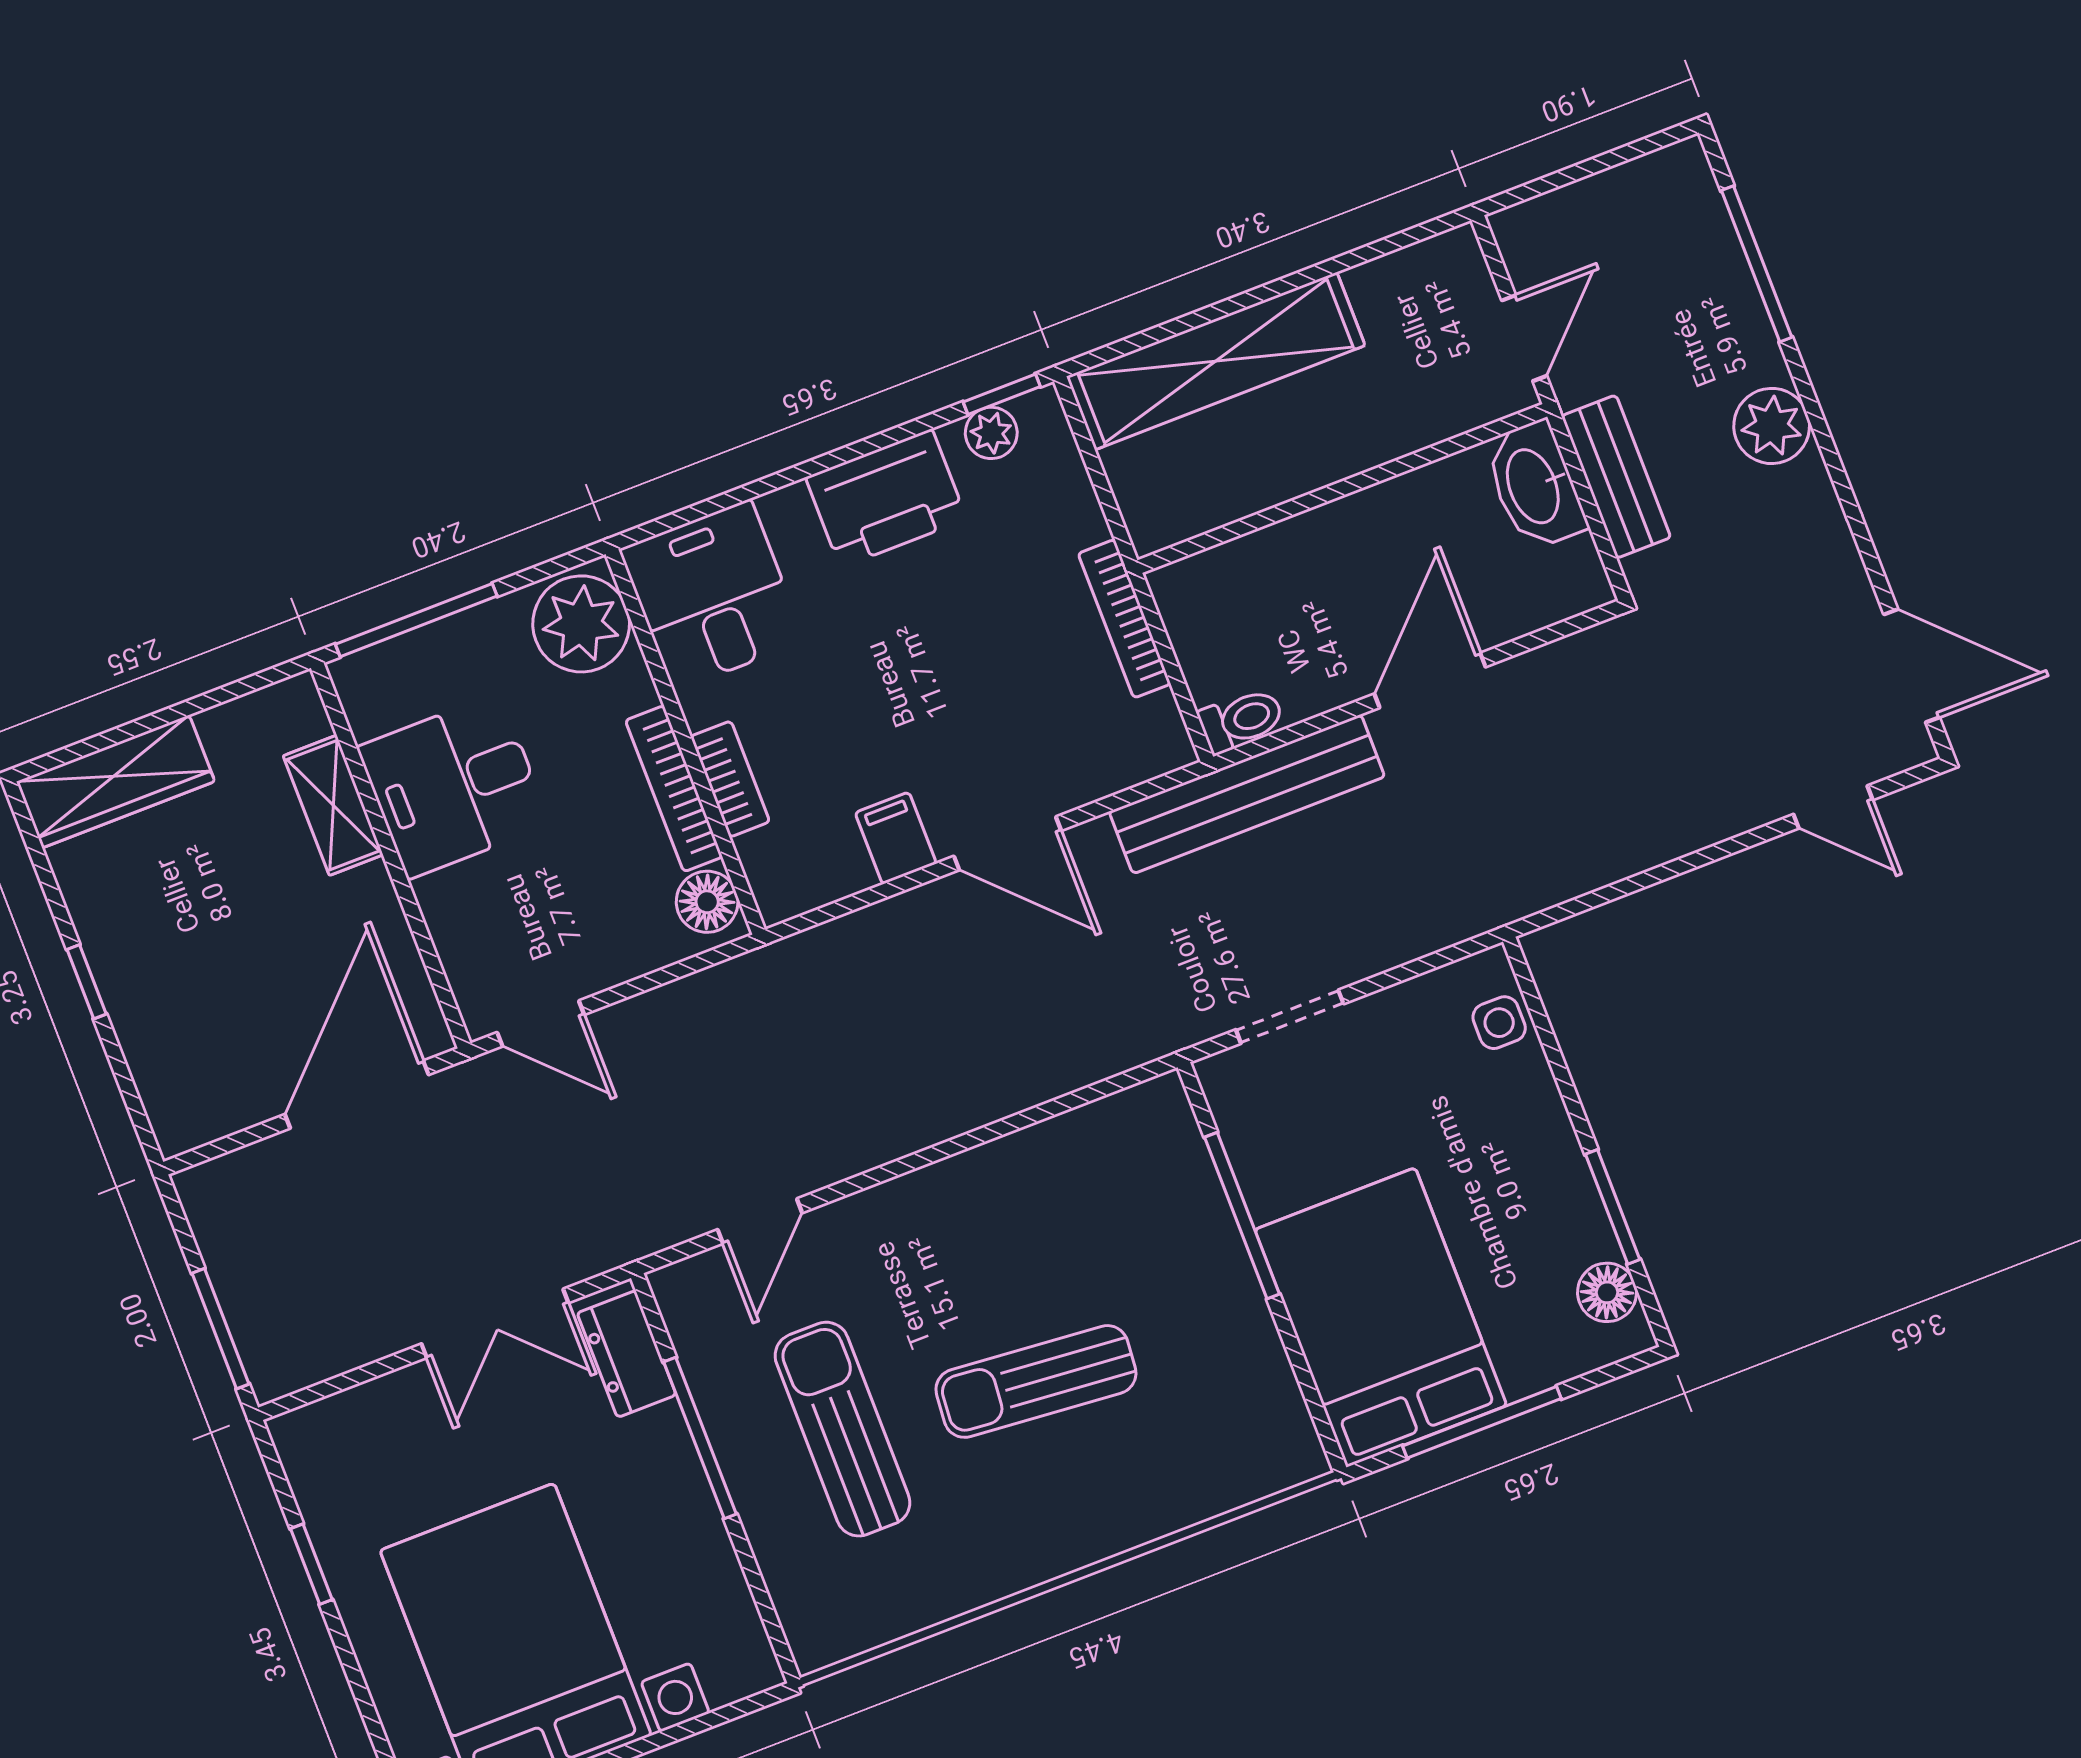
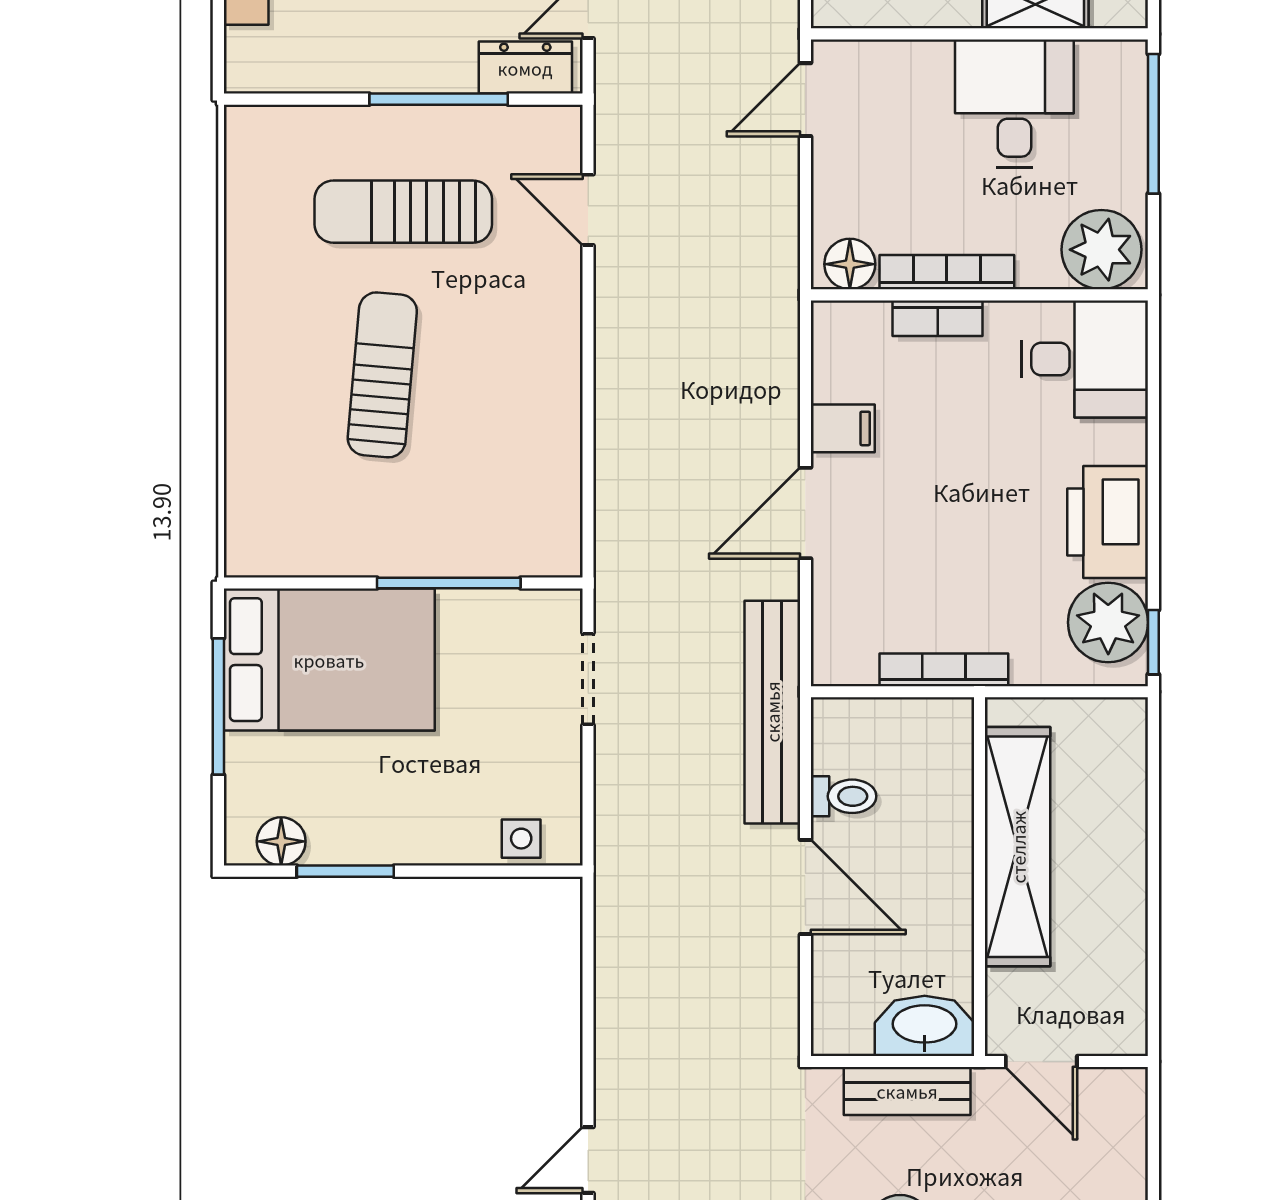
shelving: (1216, 361) -> (1018, 847), moved
plant: (991, 433) -> (1108, 622), width x1.88, depth x1.88
toilet: (1241, 720) -> (844, 796), moved, turned -90
sun lounger: (842, 1429) -> (403, 212), turned 180

